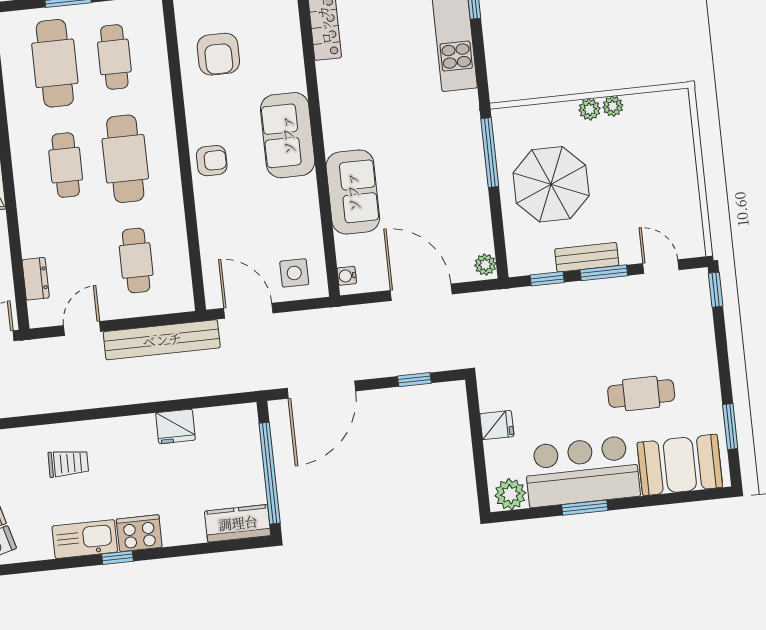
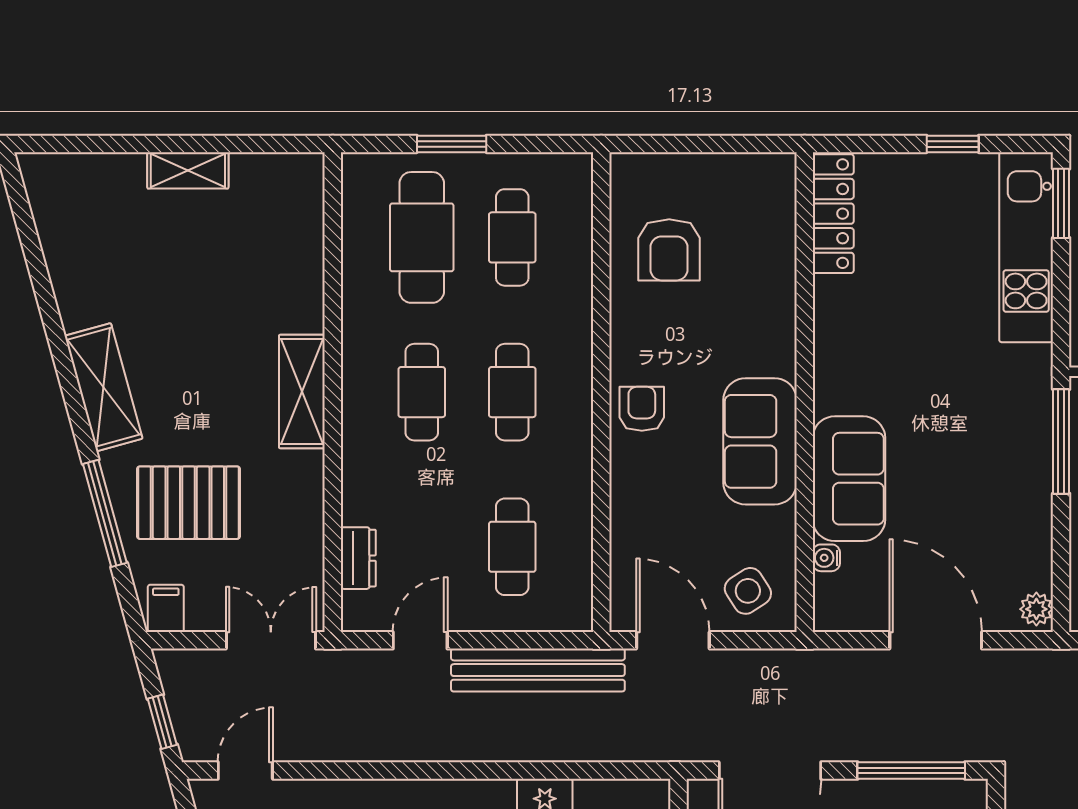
sofa: (288, 135) -> (760, 441), moved
cafe table: (125, 159) -> (512, 392), width x0.73, depth x0.74
armchair: (212, 161) -> (642, 409), turned -90
side table: (294, 273) -> (748, 591), turned -33
water cooler: (347, 276) -> (826, 558), moved
window: (414, 380) -> (911, 770), width x2.17

